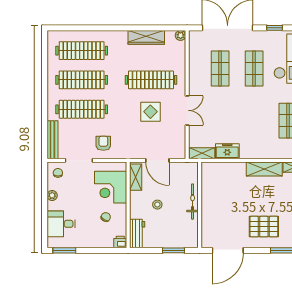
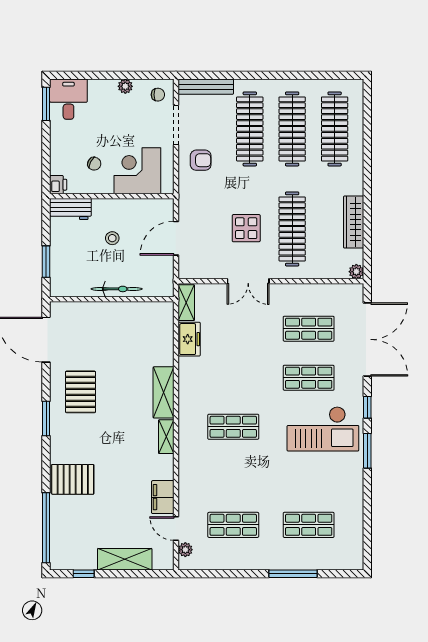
shelving: (136, 177) -> (152, 207), removed
desk: (61, 224) -> (68, 99), moved

